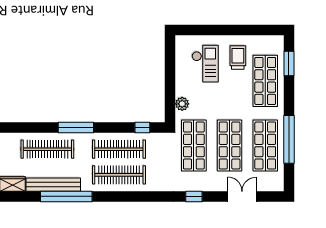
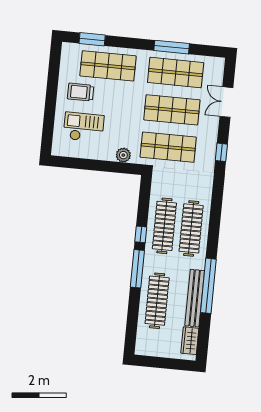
window: (142, 128) -> (141, 234), moved
window: (289, 139) -> (172, 47), width x0.68

